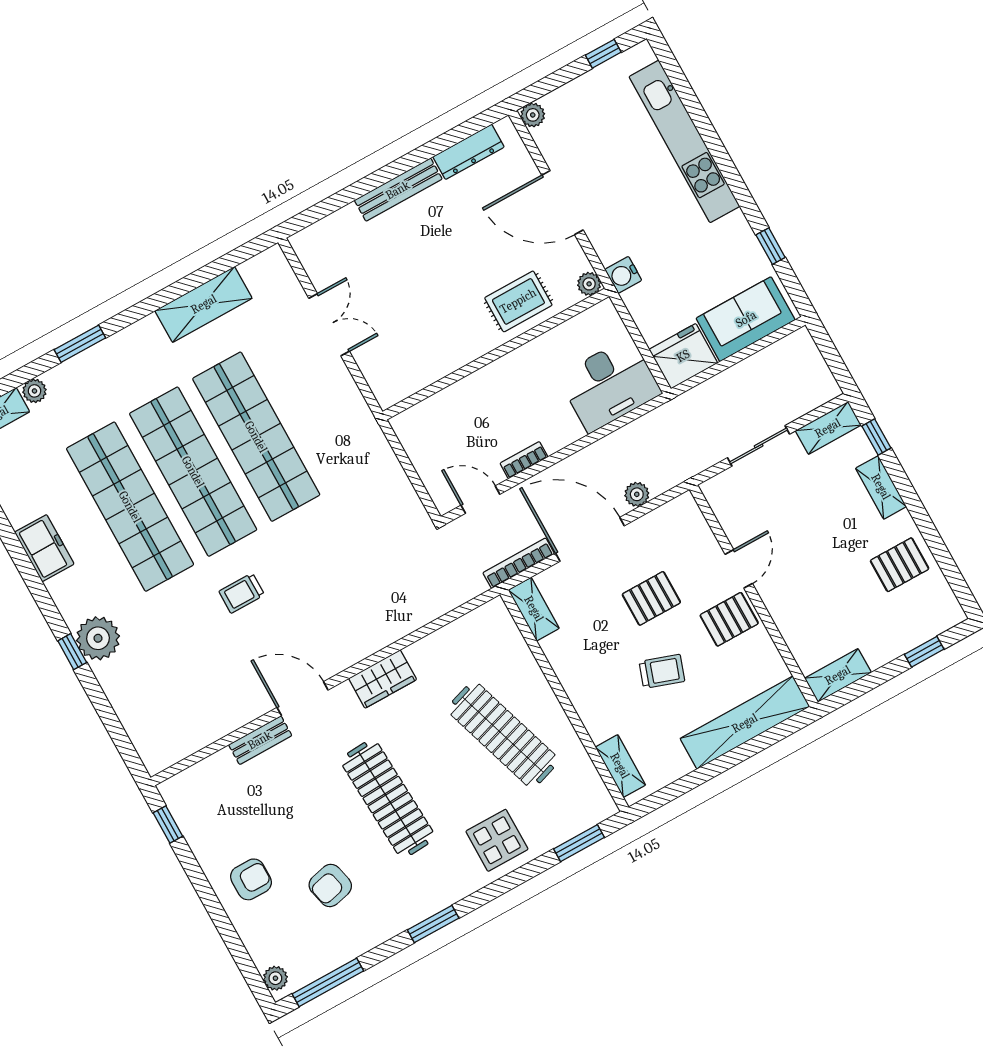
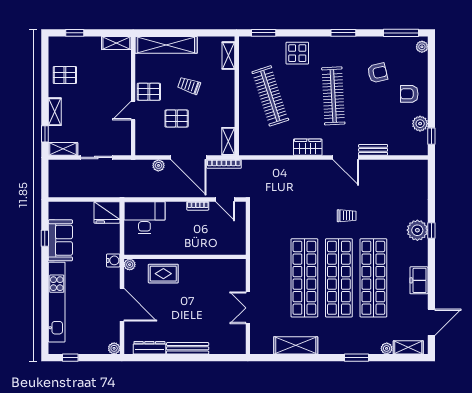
sofa: (746, 319) -> (60, 240), moved, turned -90
plant: (201, 836) -> (420, 124), added

